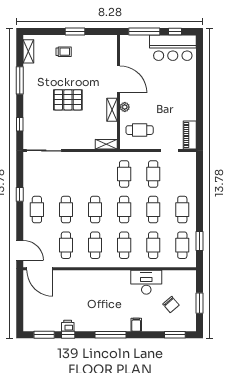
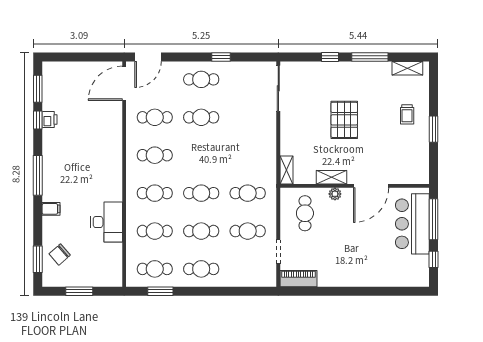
bar counter: (173, 48) -> (412, 224), moved
window: (20, 124) -> (330, 57), moved
cafe table: (95, 210) -> (201, 155), removed
chair: (171, 304) -> (60, 254), moved

